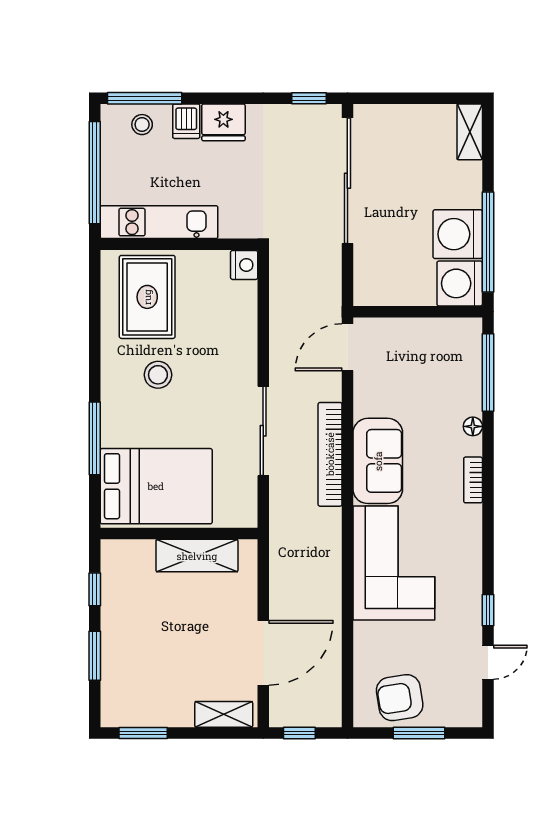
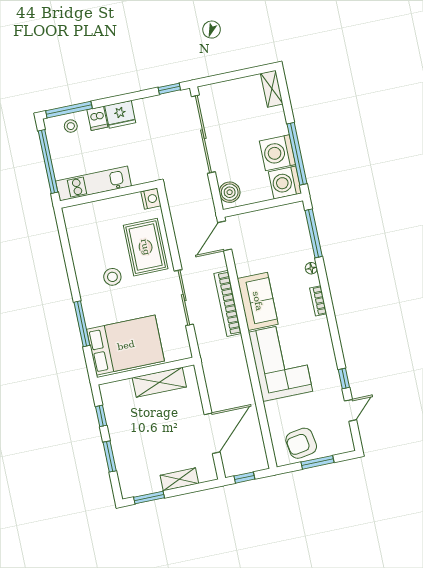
boiler: (370, 280) -> (230, 192), added
rug: (147, 297) -> (146, 247), moved
shelving: (224, 714) -> (179, 479), moved

